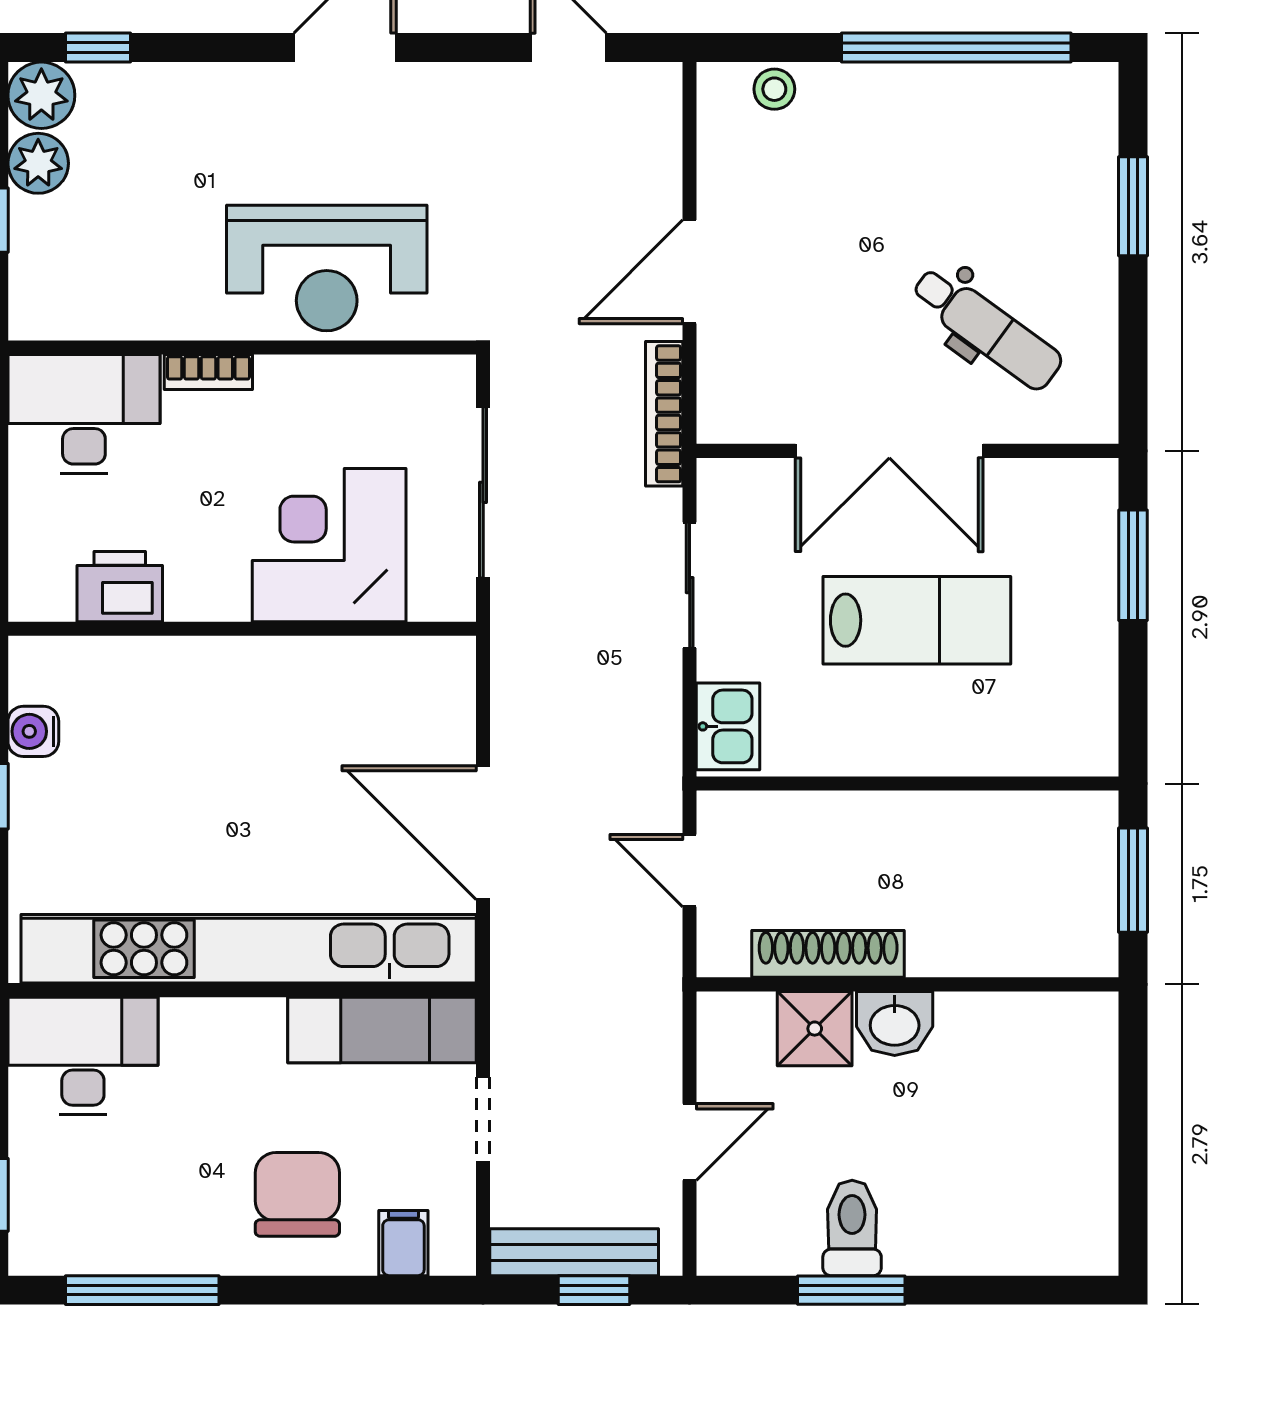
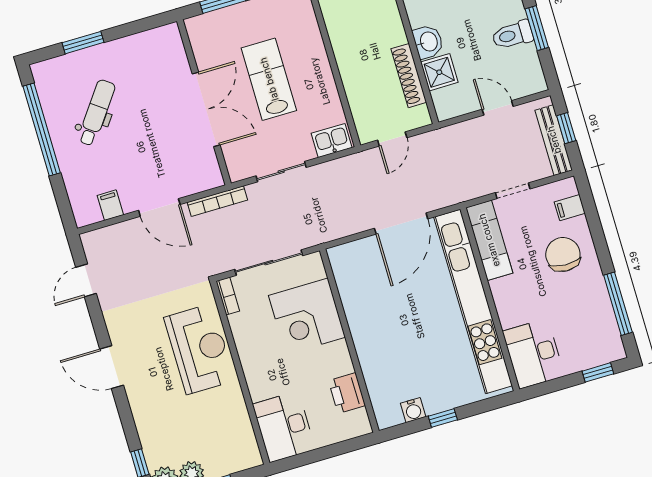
stool: (774, 89) -> (79, 195), removed
filing cabinet: (729, 158) -> (110, 205), added
dental chair: (987, 328) -> (97, 113), moved
bookcase: (208, 372) -> (228, 296), moved
chair: (297, 1194) -> (563, 254), turned 92

